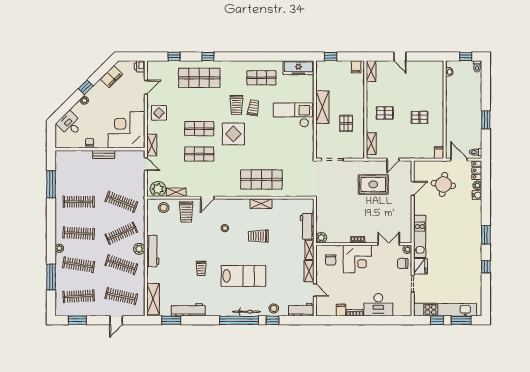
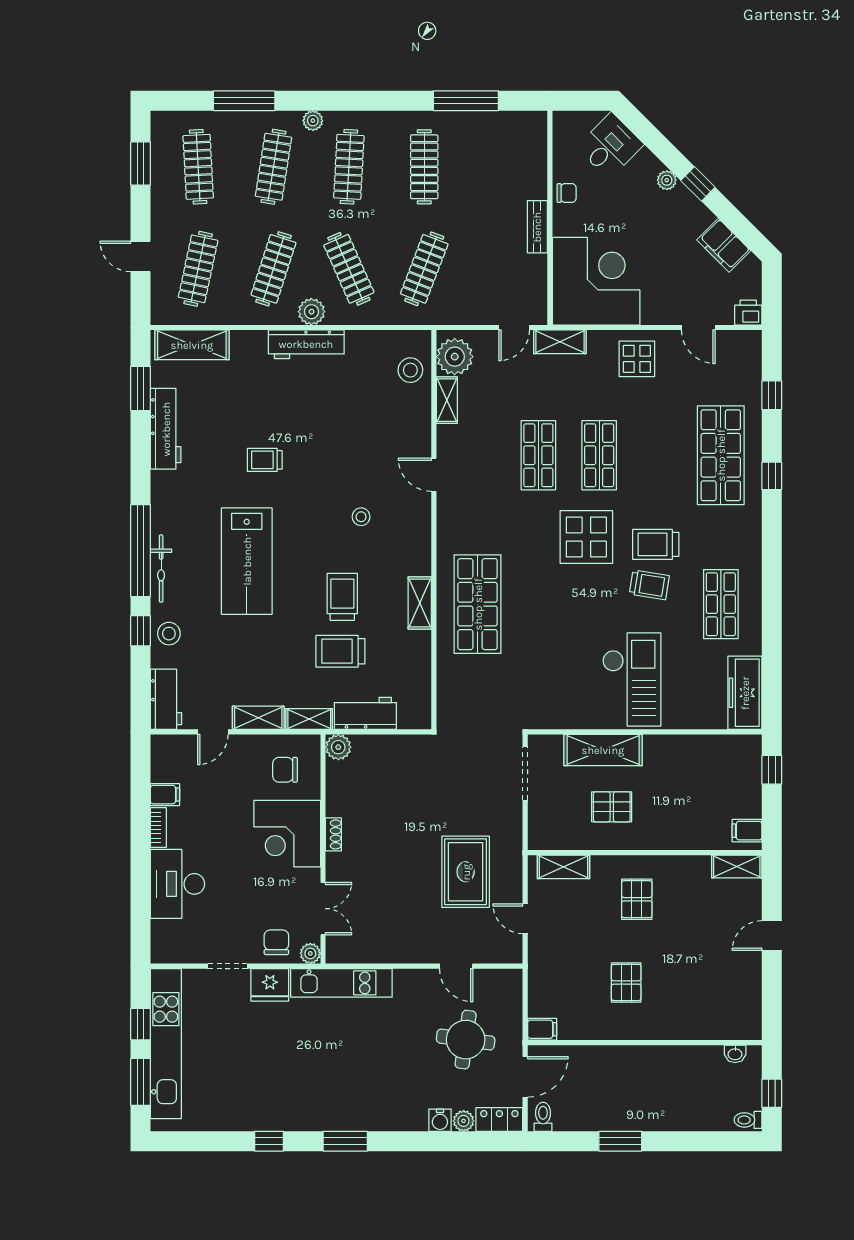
shelving: (322, 107) -> (603, 750), moved
trolley: (186, 212) -> (340, 651), moved

